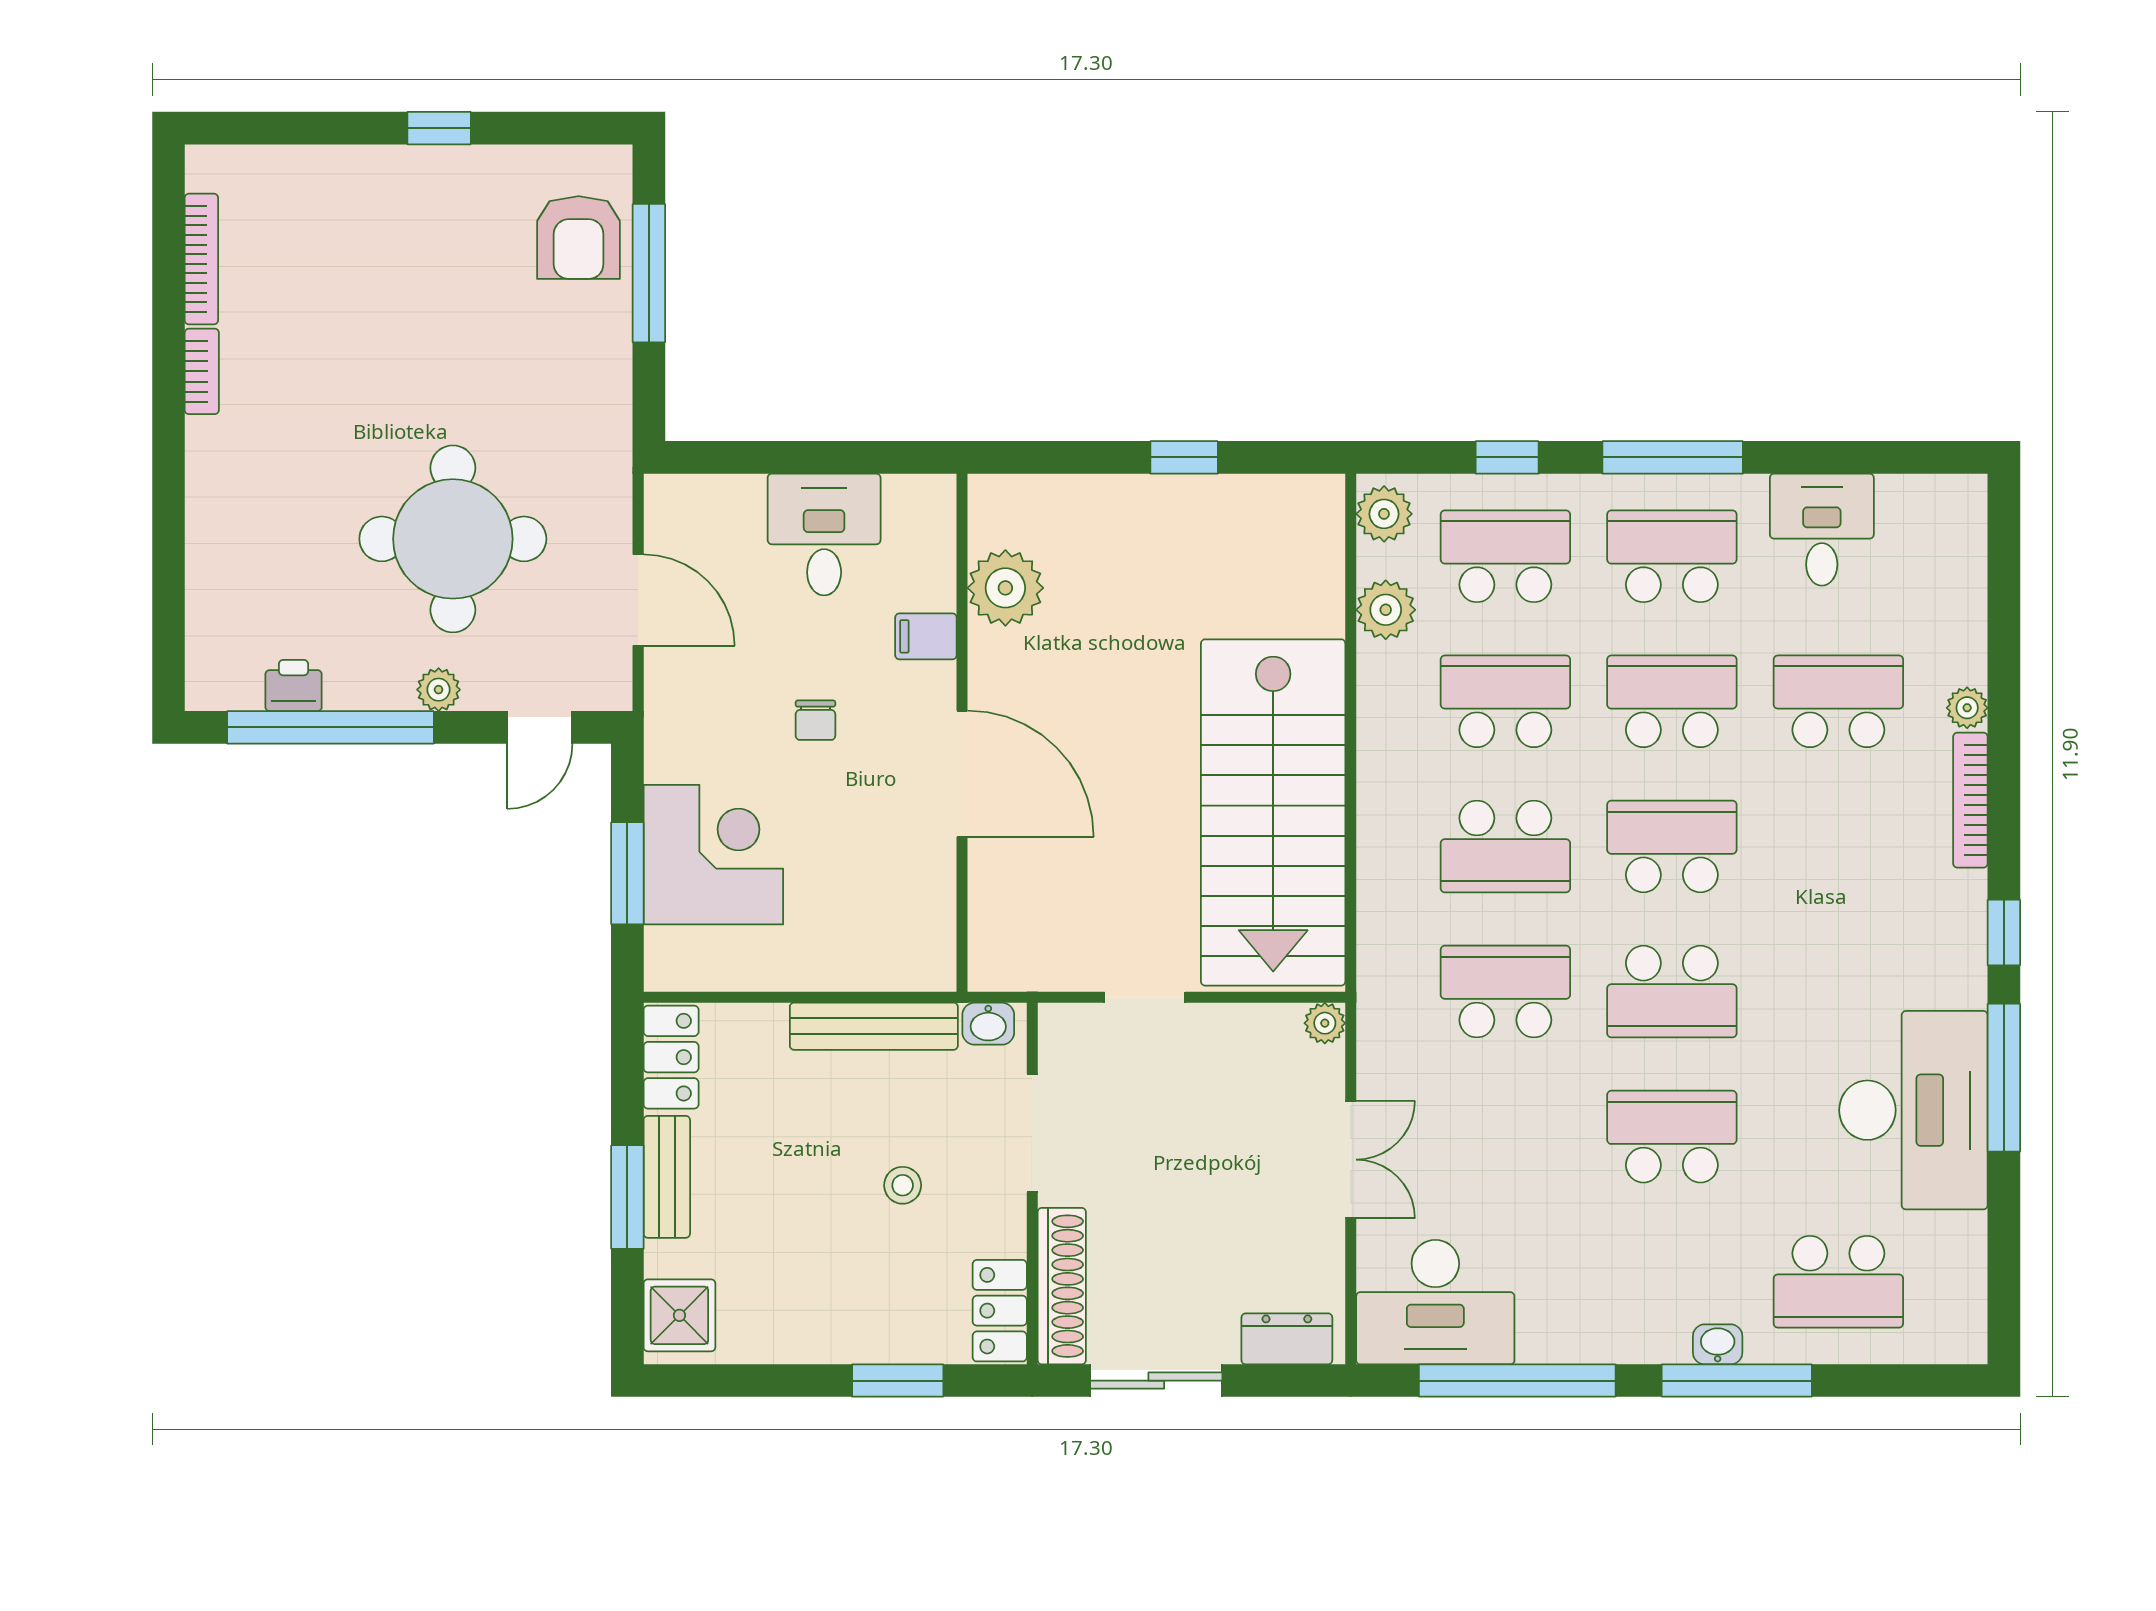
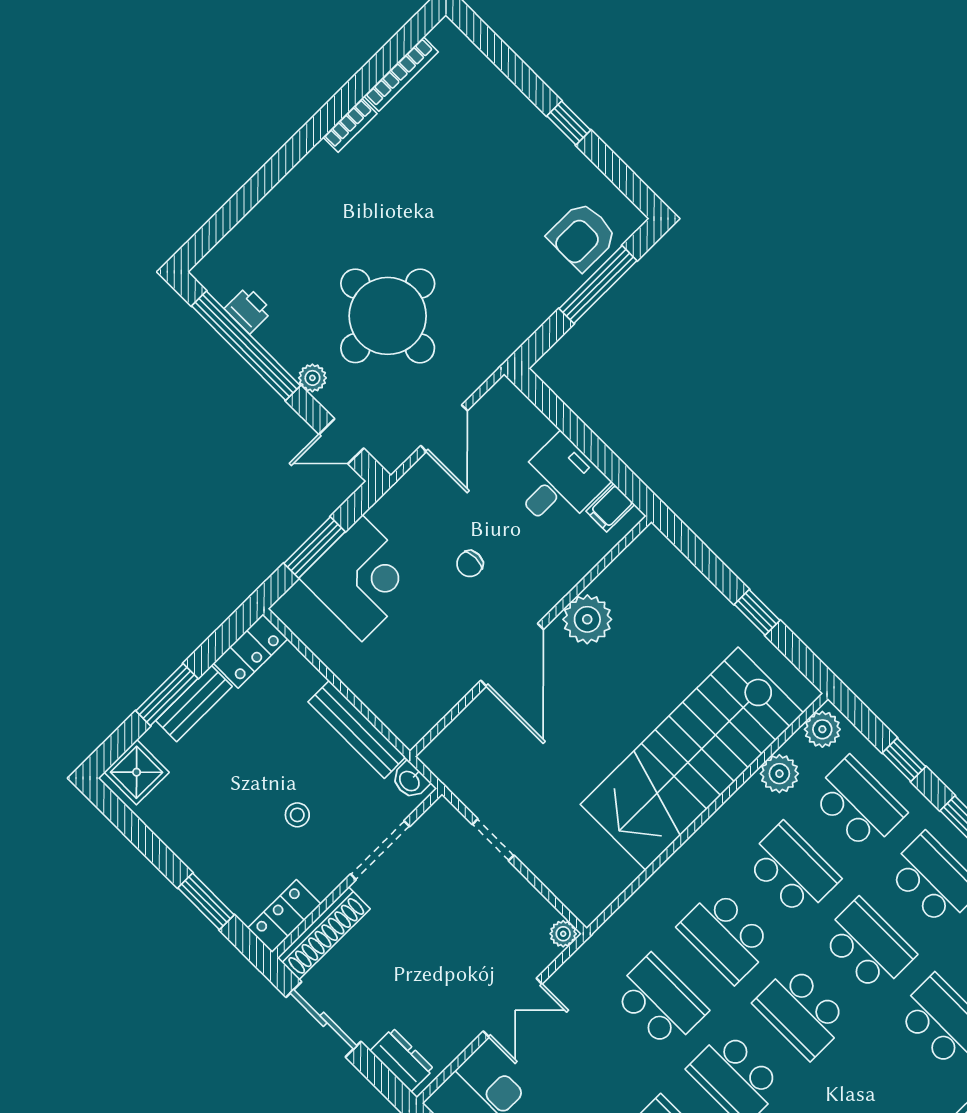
plant: (1005, 588) -> (587, 619), moved
filing cabinet: (926, 636) -> (610, 508), moved, turned -90
stairs: (1273, 812) -> (692, 759), moved
school desk: (1672, 846) -> (802, 1012), turned 180

